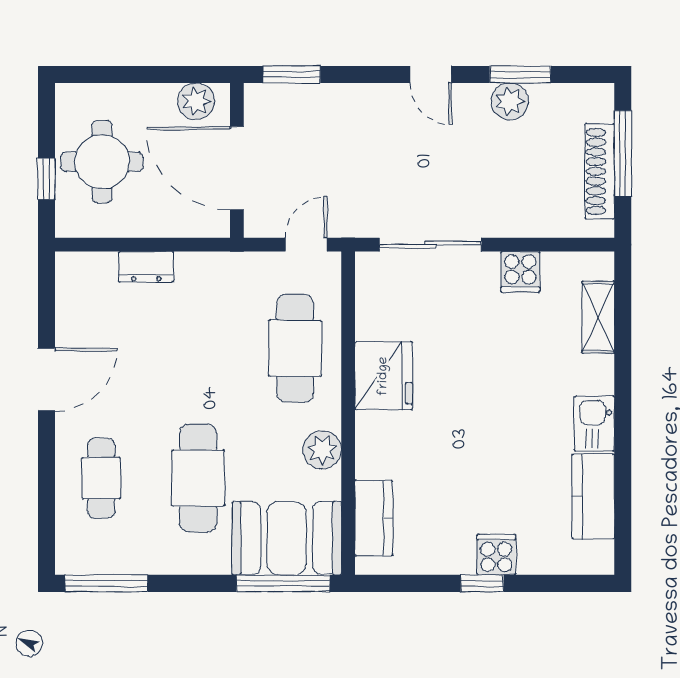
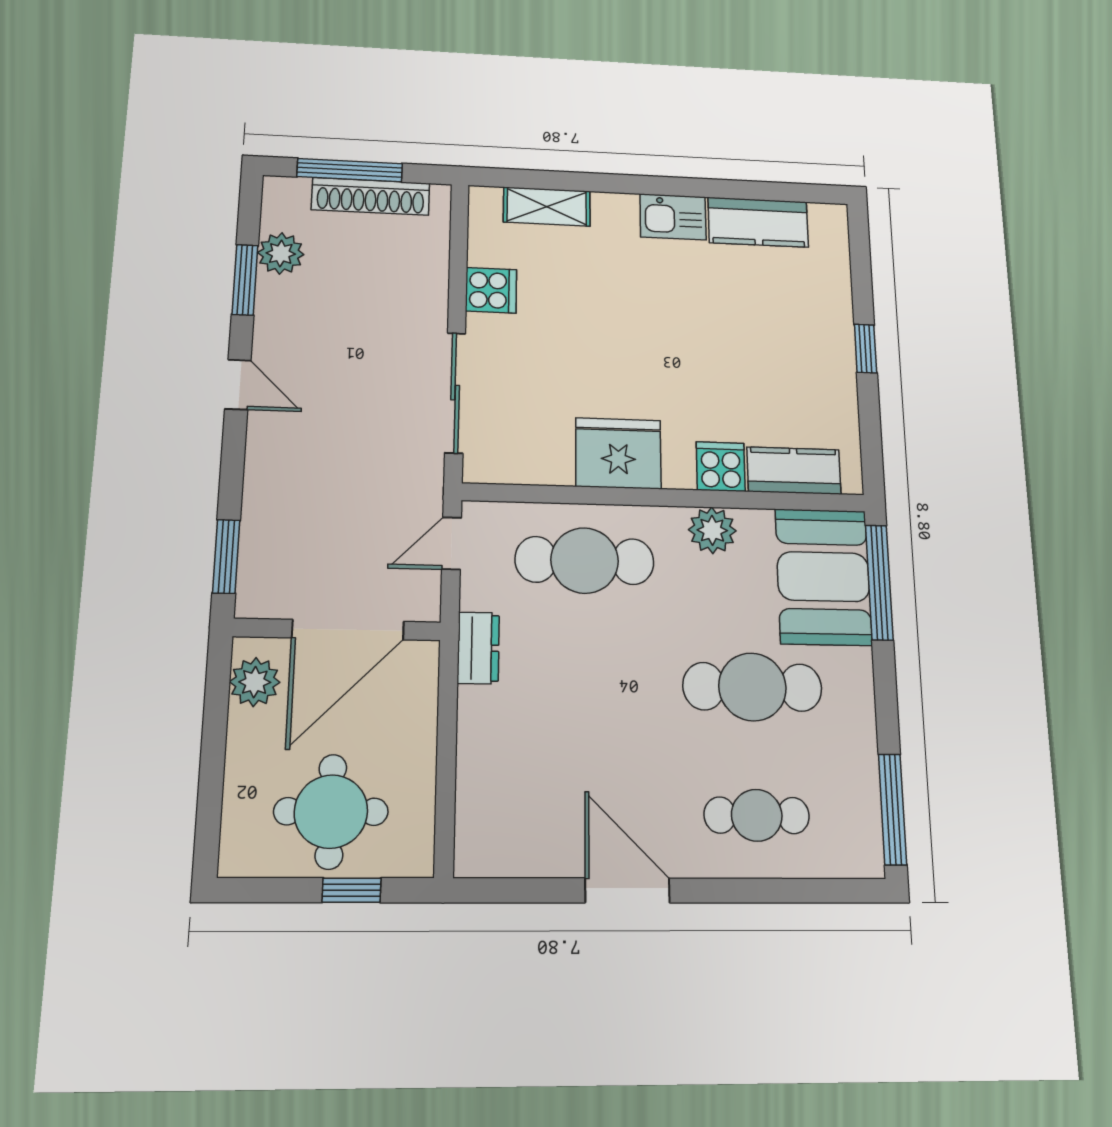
door: (431, 74) -> (238, 385), hinge flipped
plant: (510, 101) -> (281, 253), moved
door: (306, 245) -> (452, 543), hinge flipped
dresser: (146, 267) -> (478, 648), moved
cooker: (496, 555) -> (721, 467), moved, turned 90

